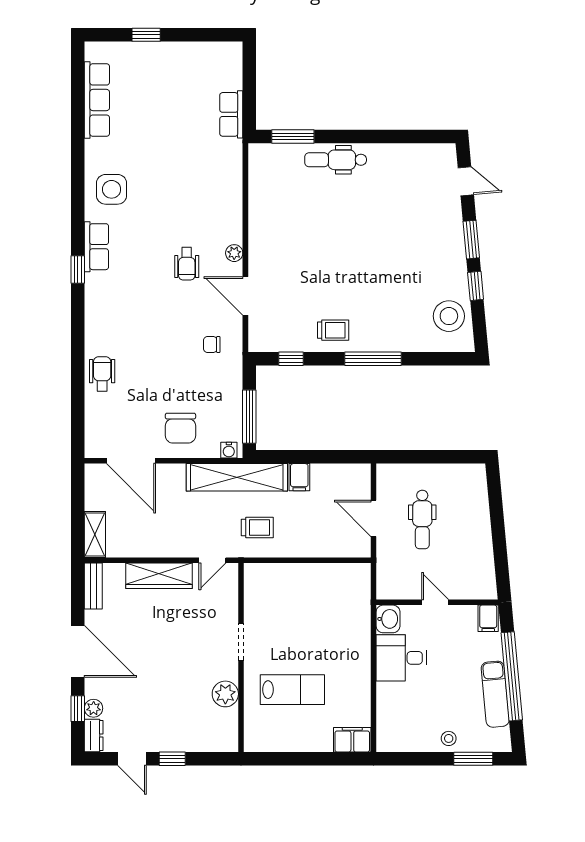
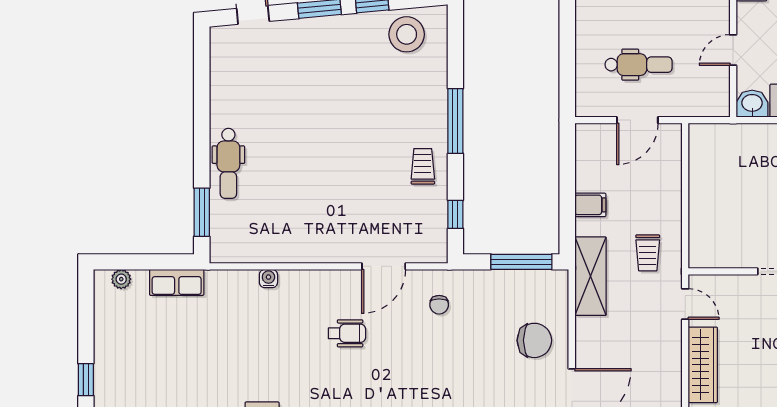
plant: (234, 253) -> (121, 279), moved
water cooler: (229, 450) -> (268, 279), moved, turned -90
shelving: (237, 477) -> (590, 276), width x0.68
trolley: (257, 527) -> (648, 253), turned 180

